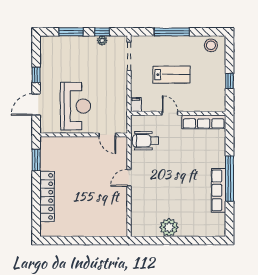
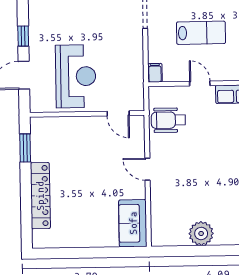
door: (129, 178) -> (147, 169), hinge flipped
sofa: (117, 219) -> (133, 223), added

